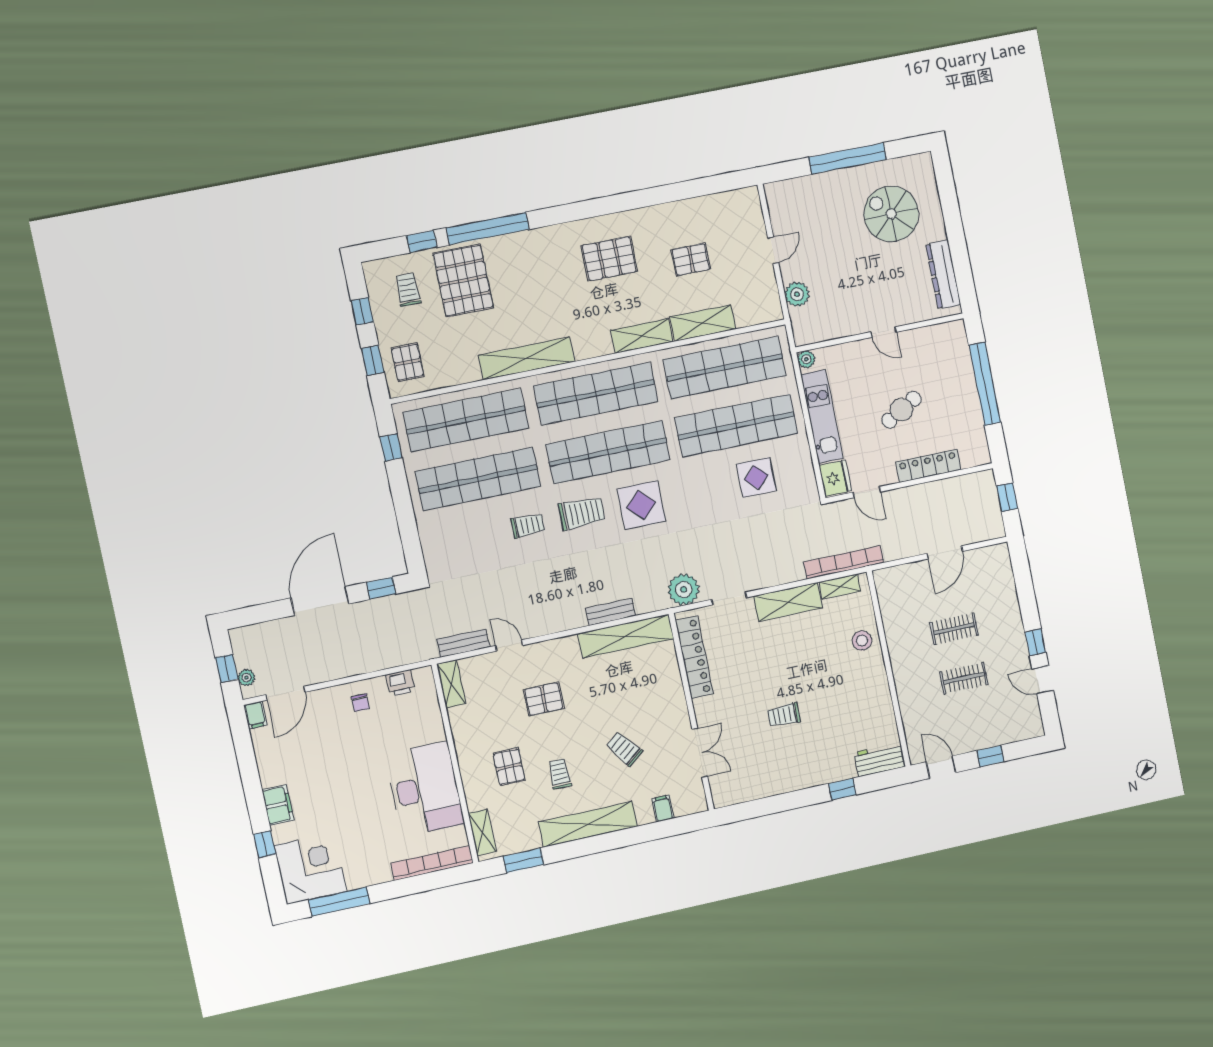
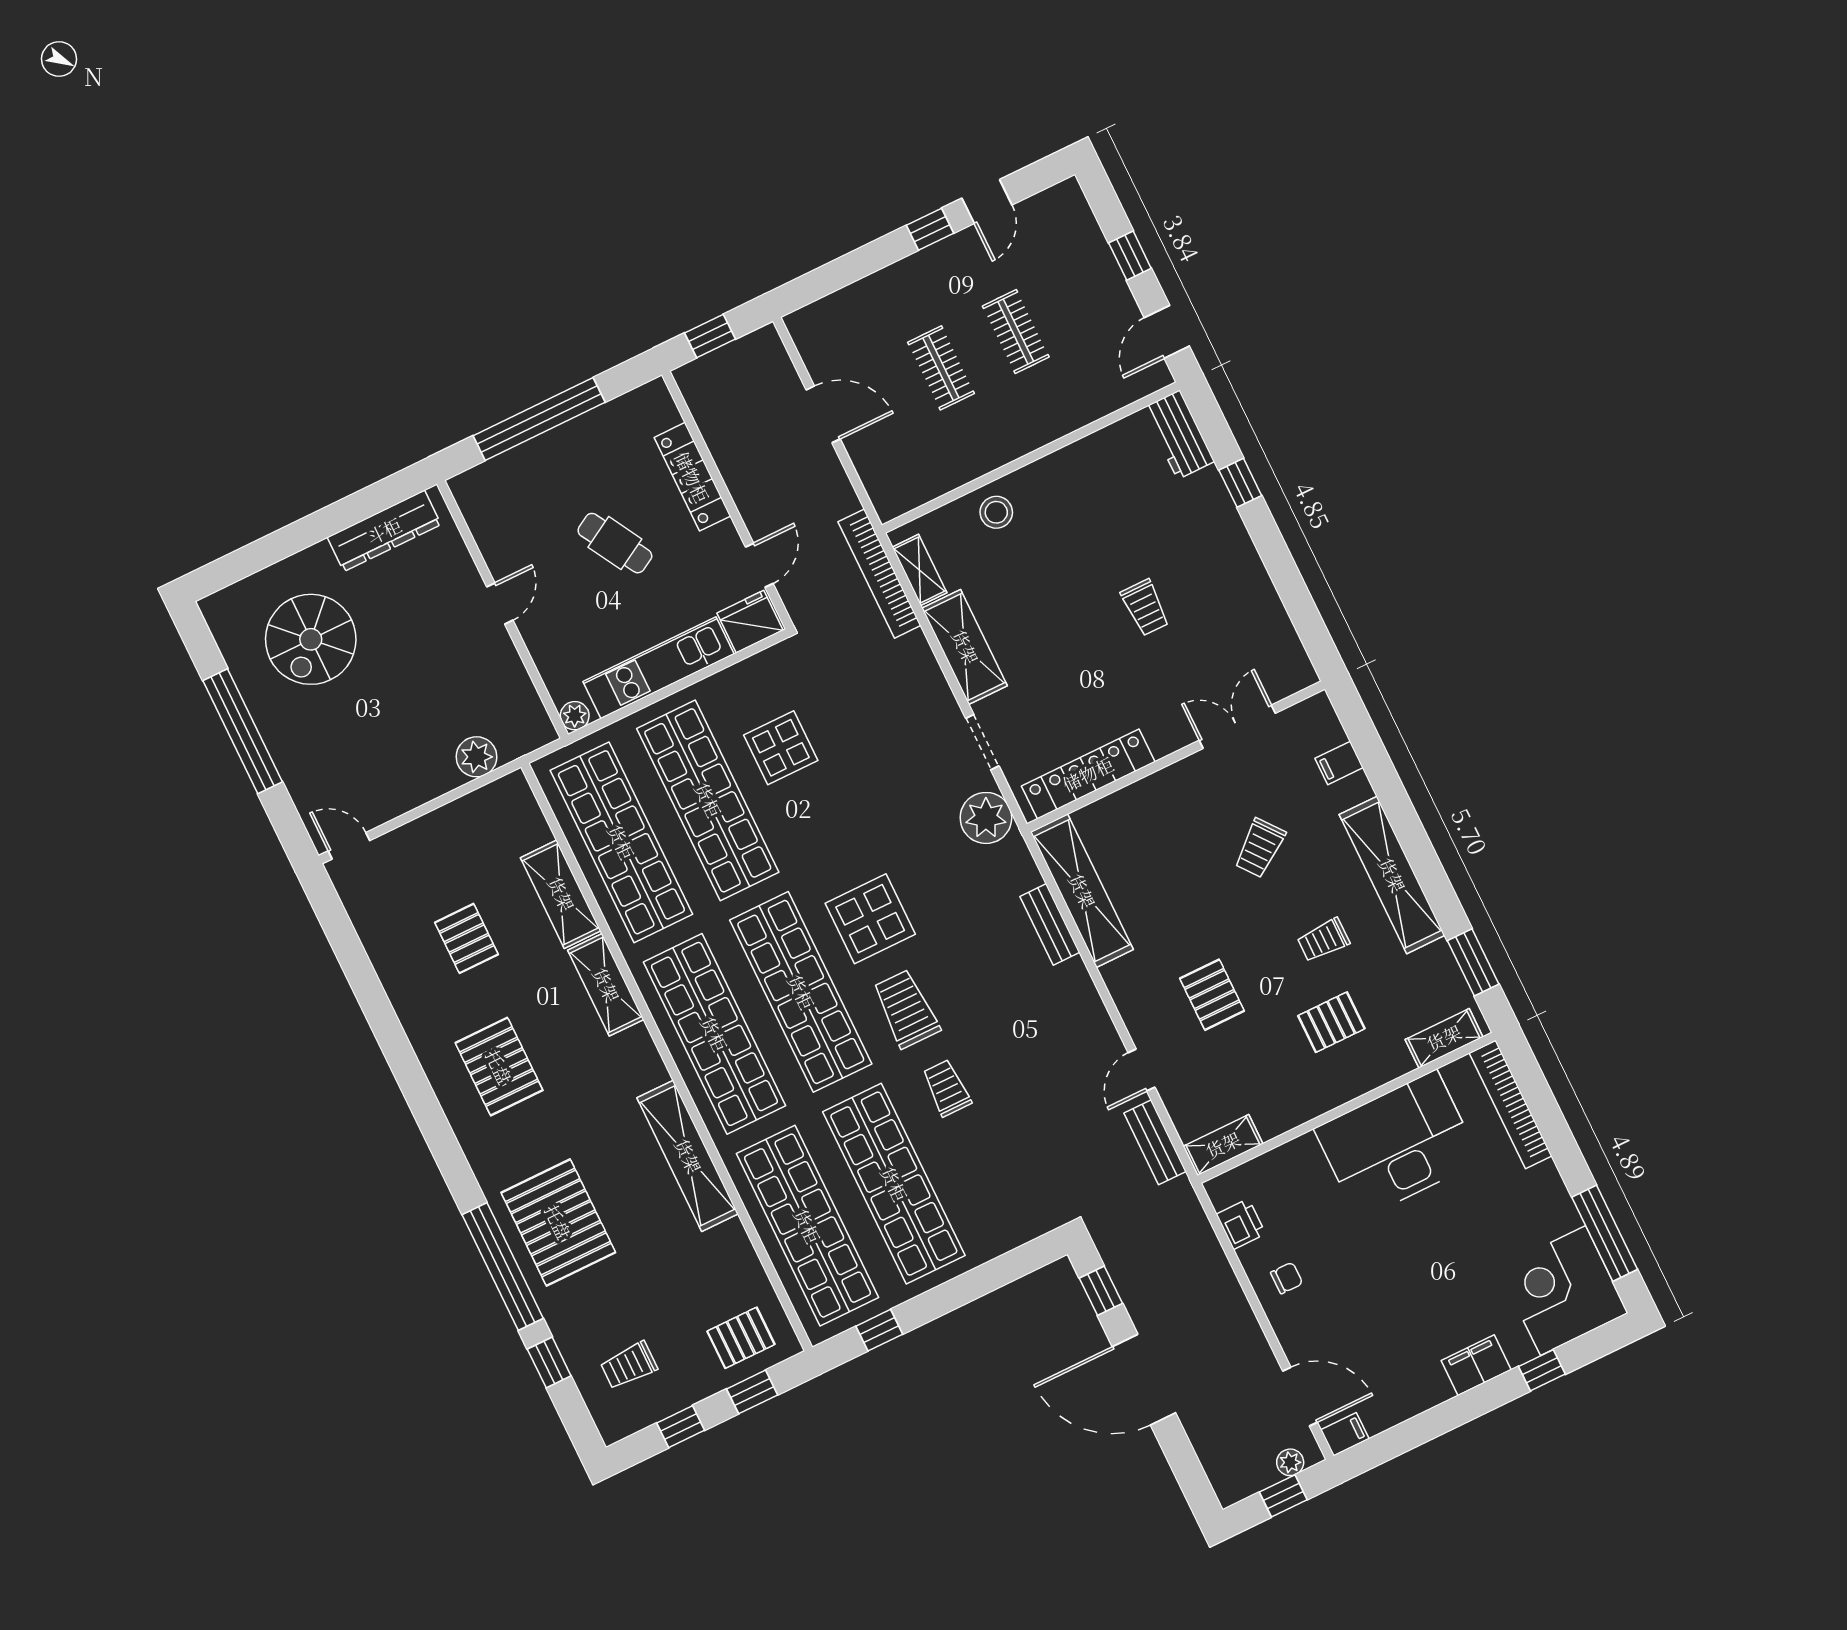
door: (773, 250) -> (349, 846), moved
pallet: (463, 281) -> (558, 1222), moved, turned 90

